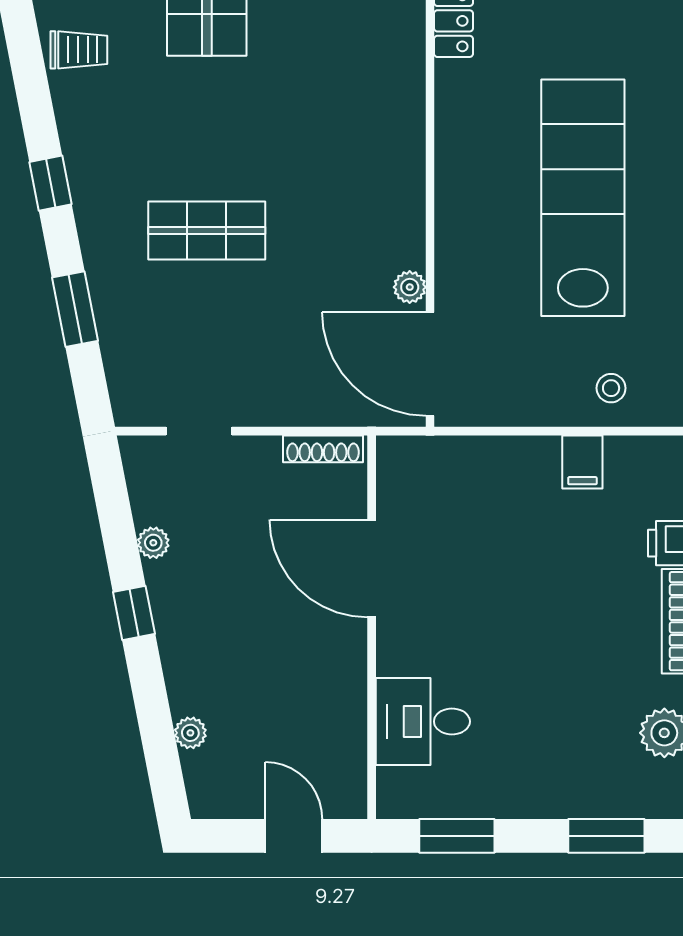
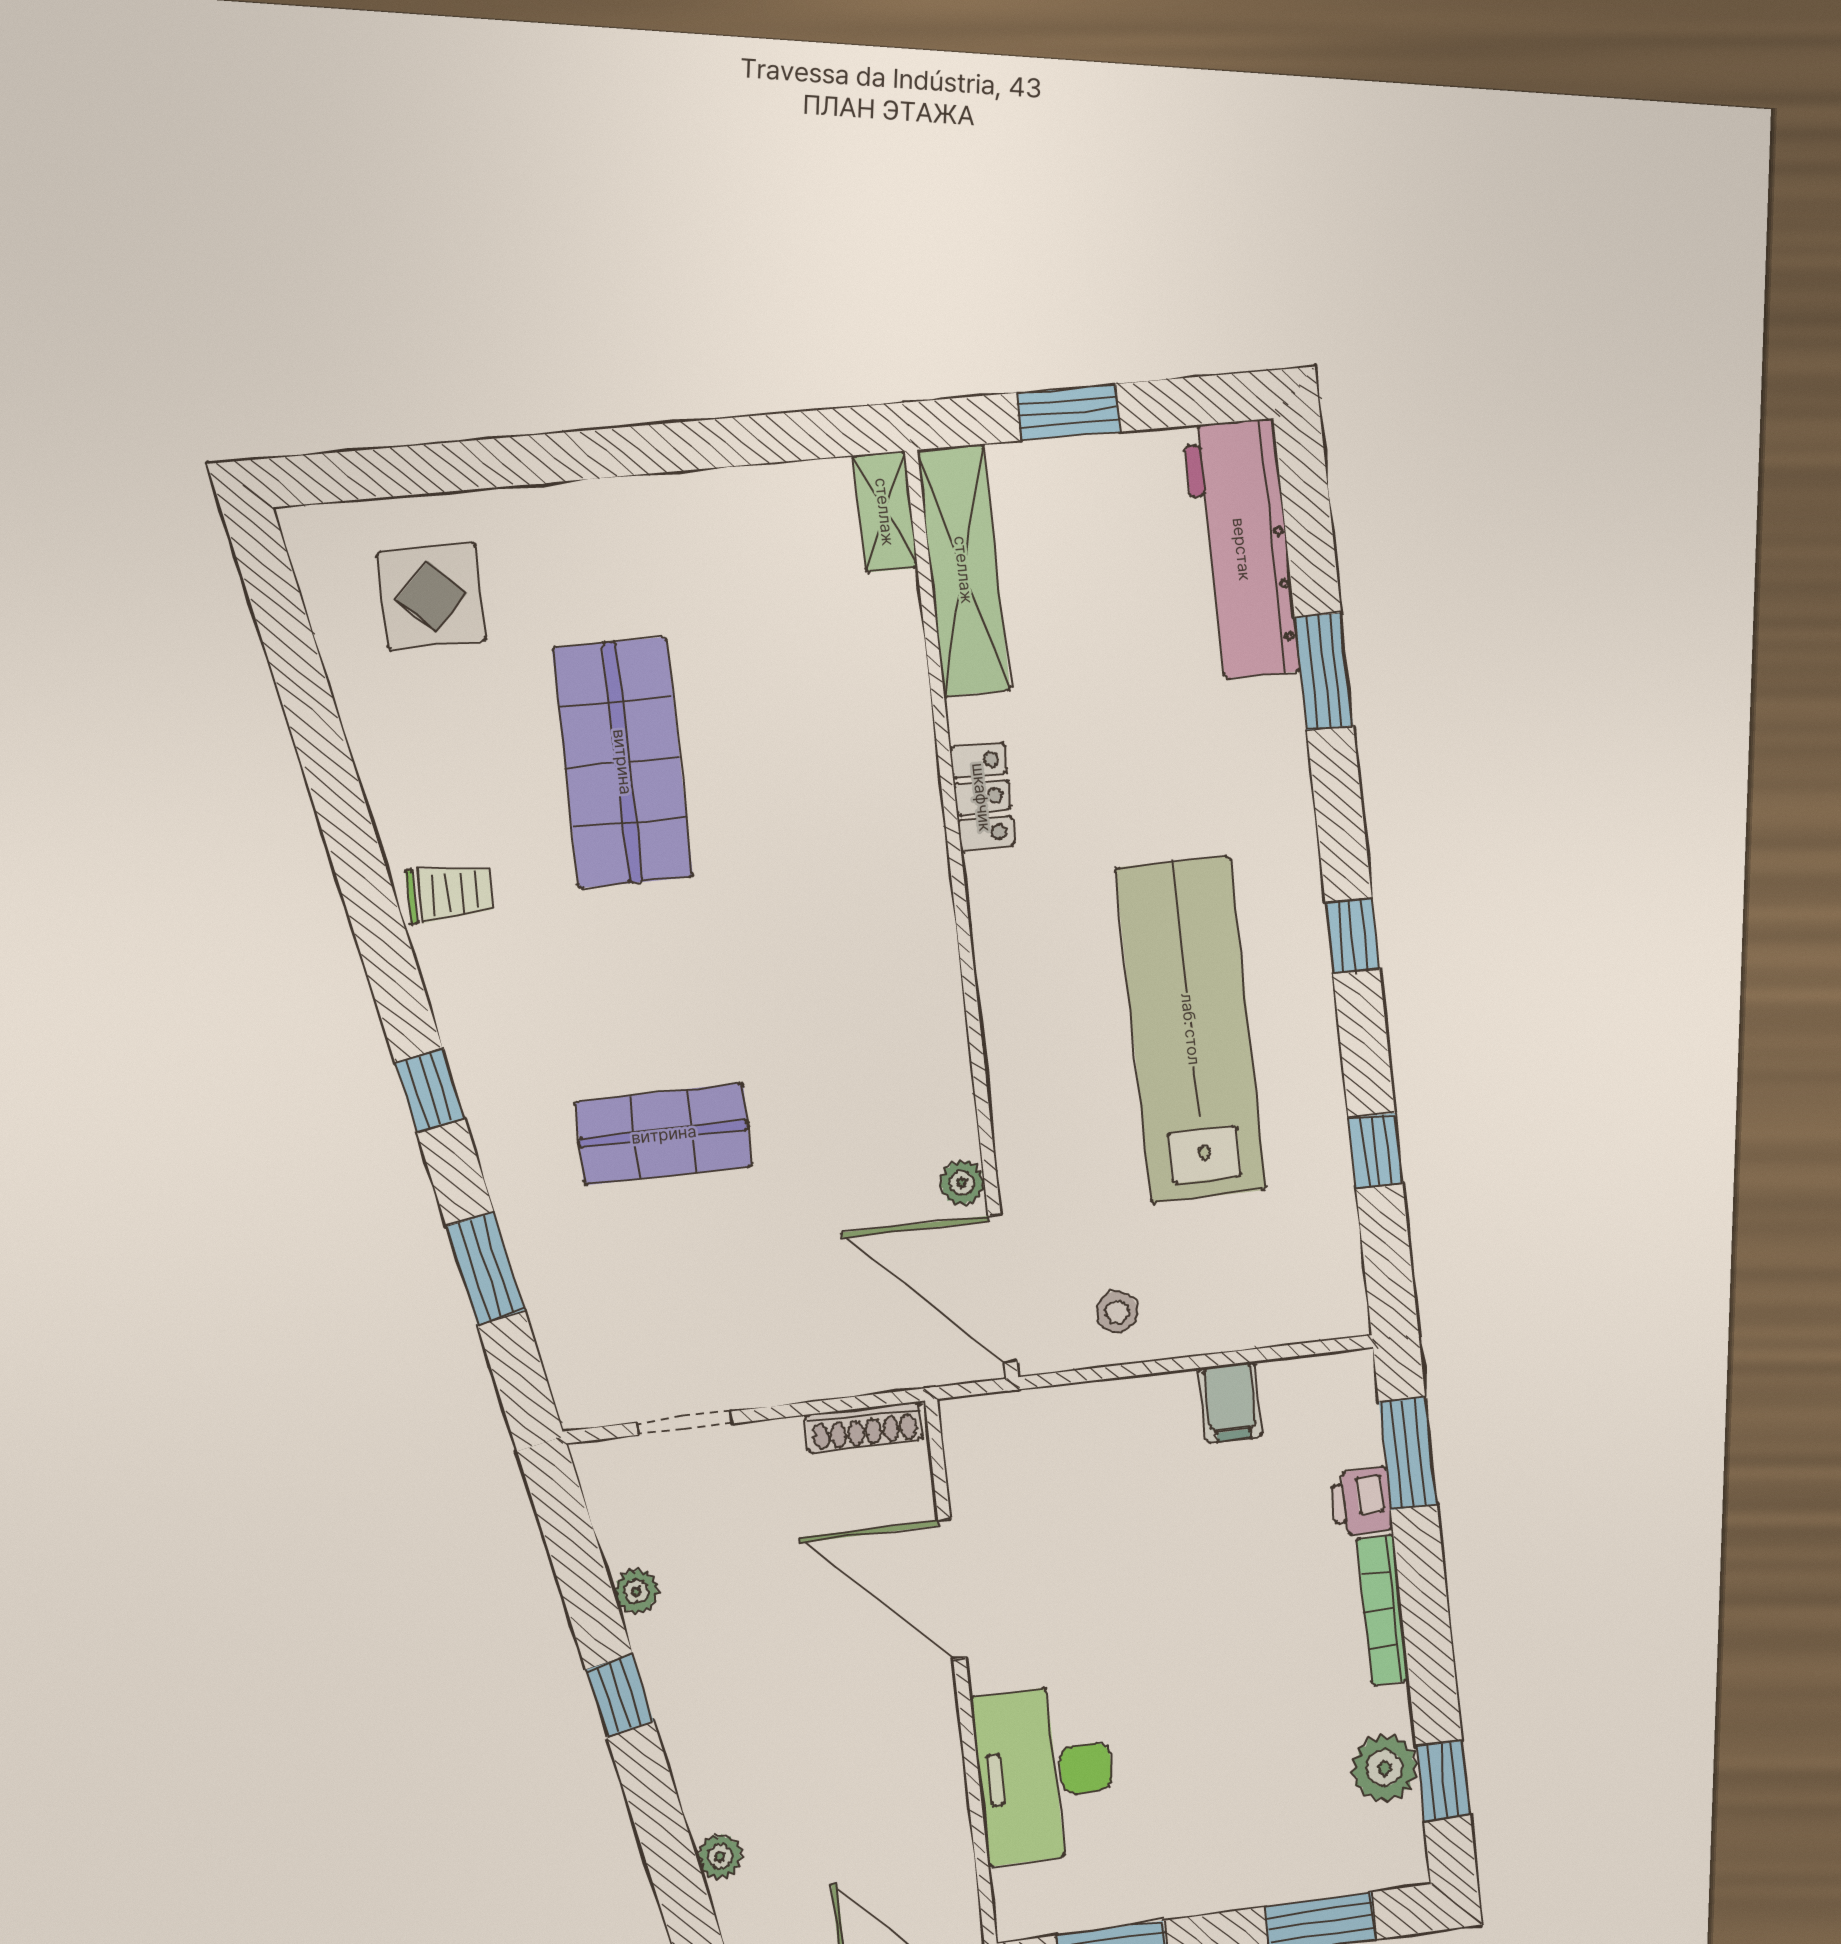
stool: (611, 388) -> (1117, 1312), moved
desk: (423, 721) -> (1045, 1774), width x1.37

